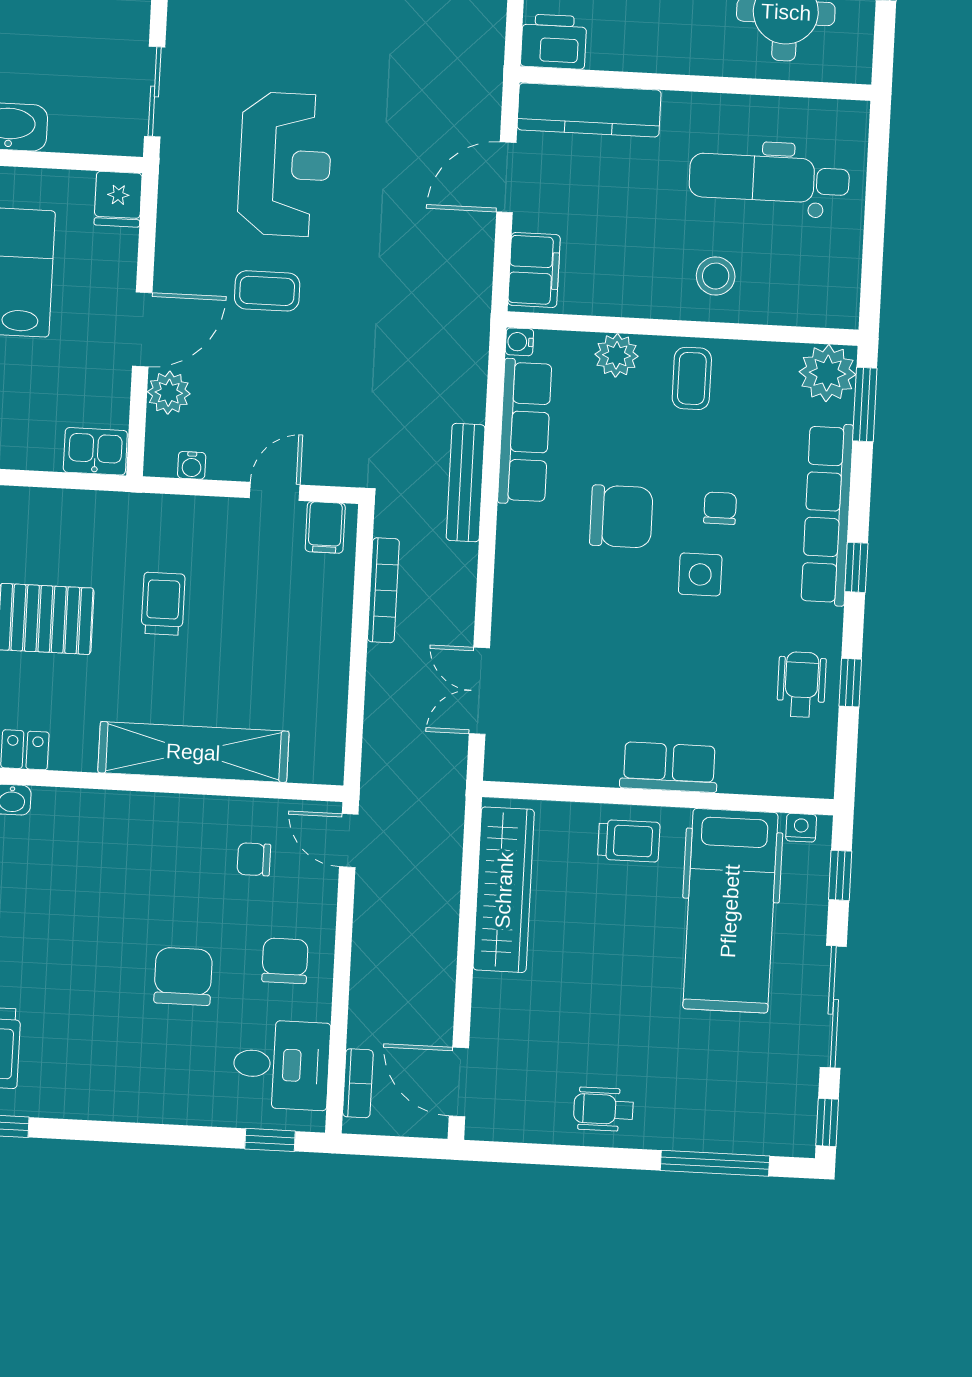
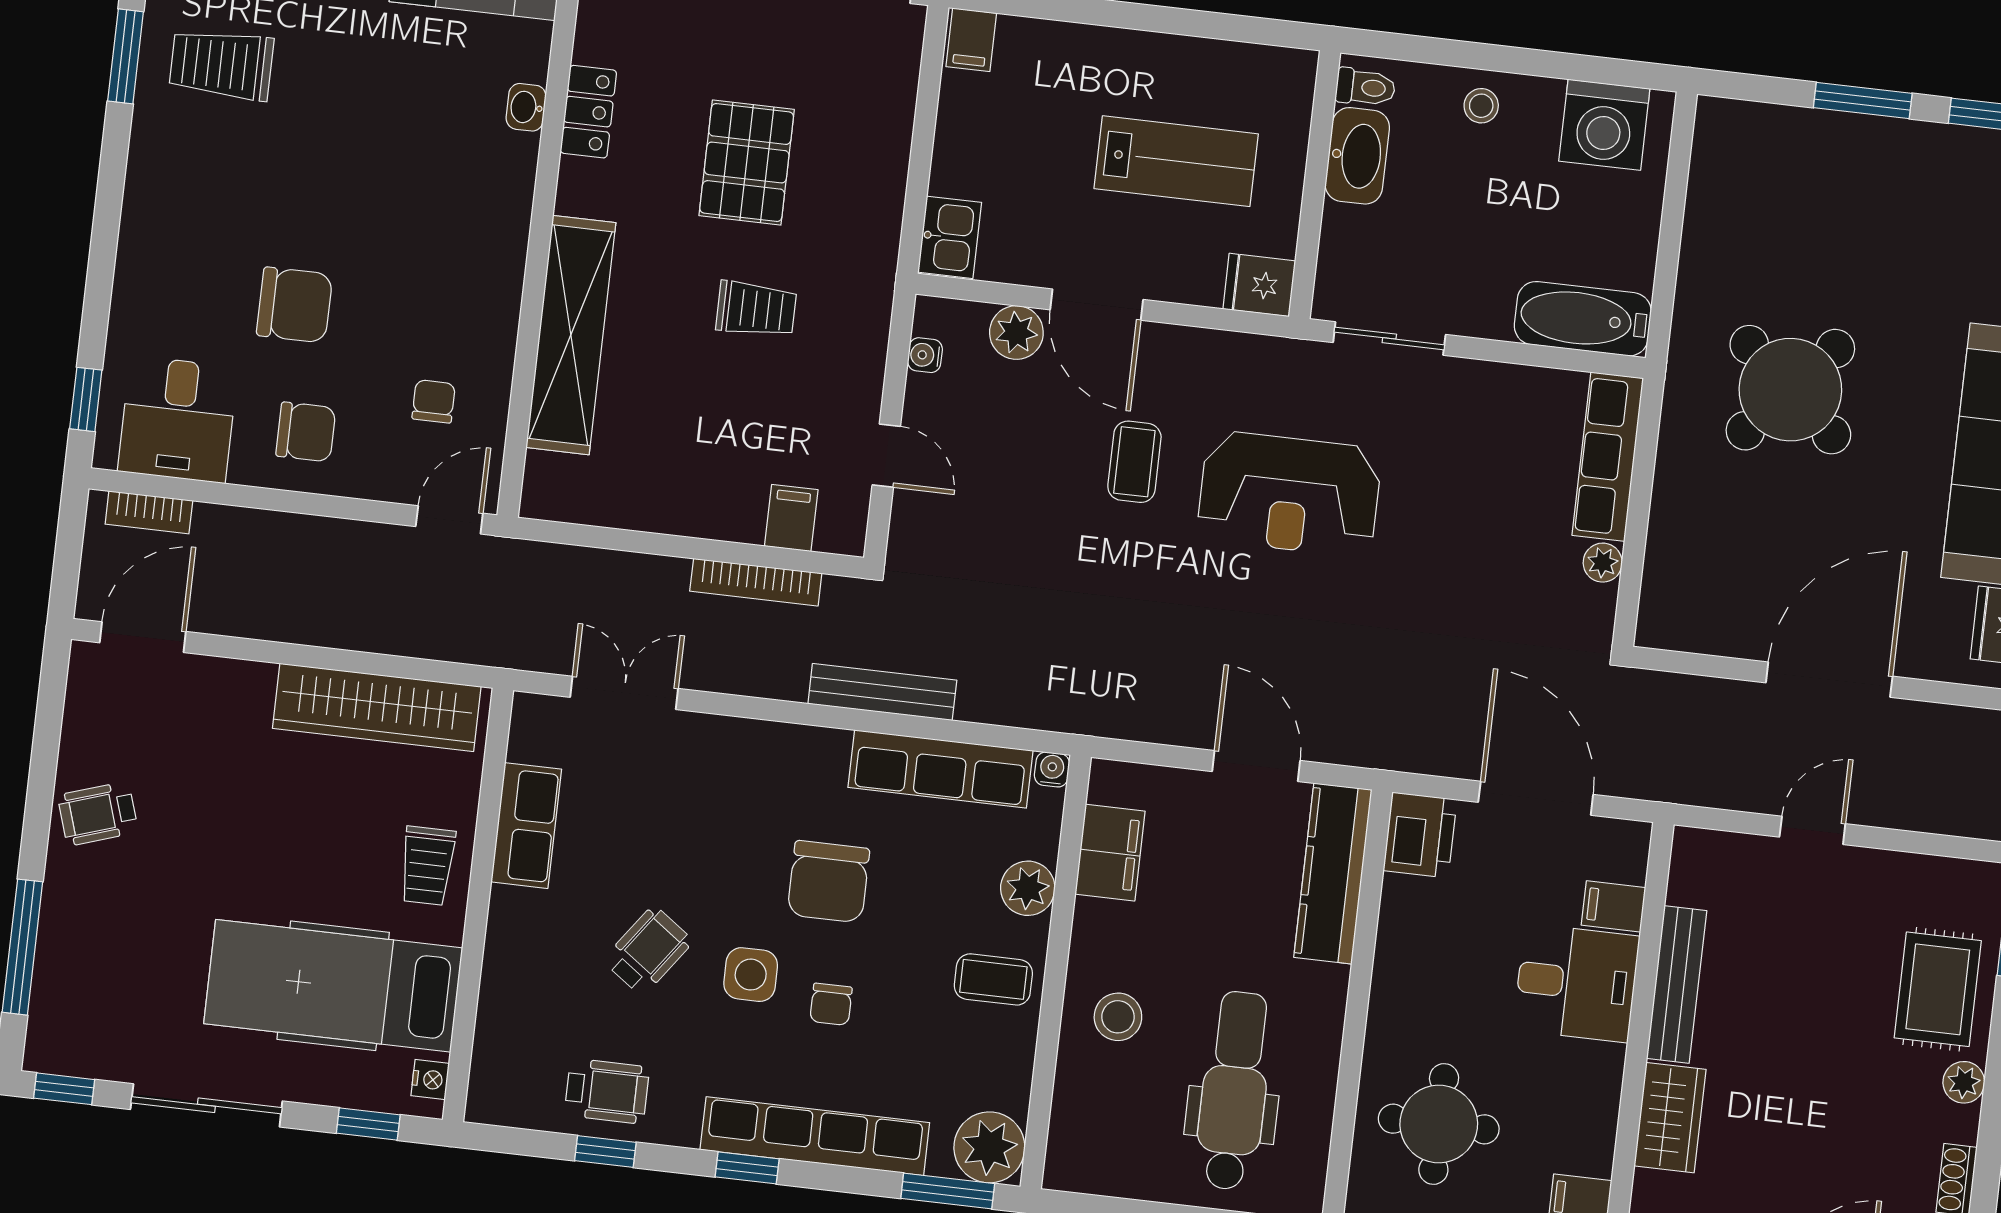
filing cabinet: (534, 270) -> (1110, 853), moved, turned -90
chair: (720, 508) -> (831, 1004), turned 90
filing cabinet: (325, 527) -> (791, 518), moved, turned 90
wheelchair: (686, 658) -> (648, 951), added
row of seats: (669, 767) -> (526, 826), moved
wheelchair: (603, 1109) -> (98, 814), turned -108

